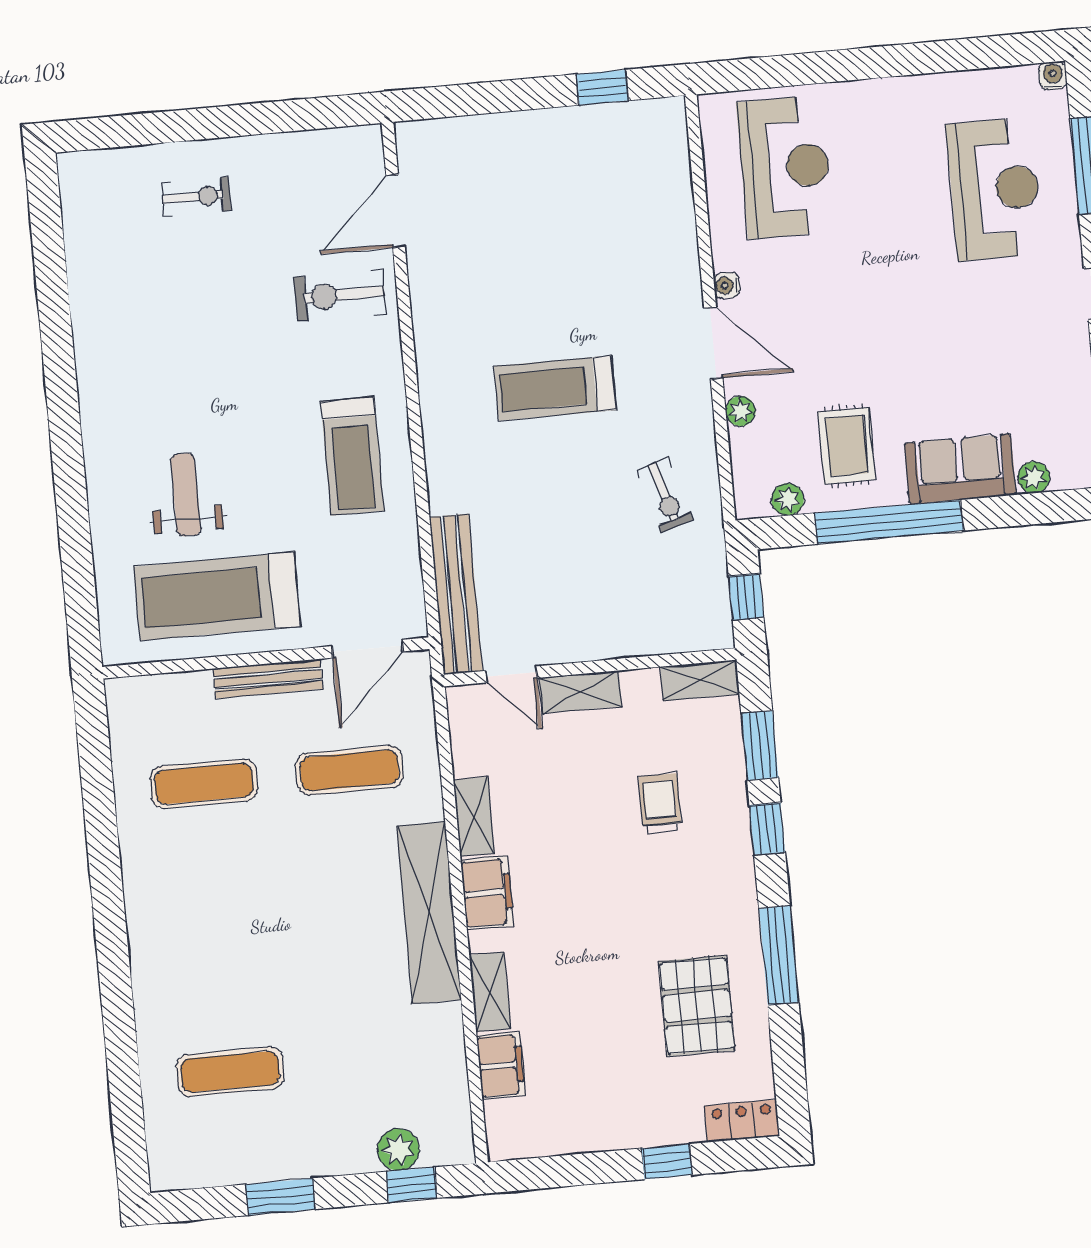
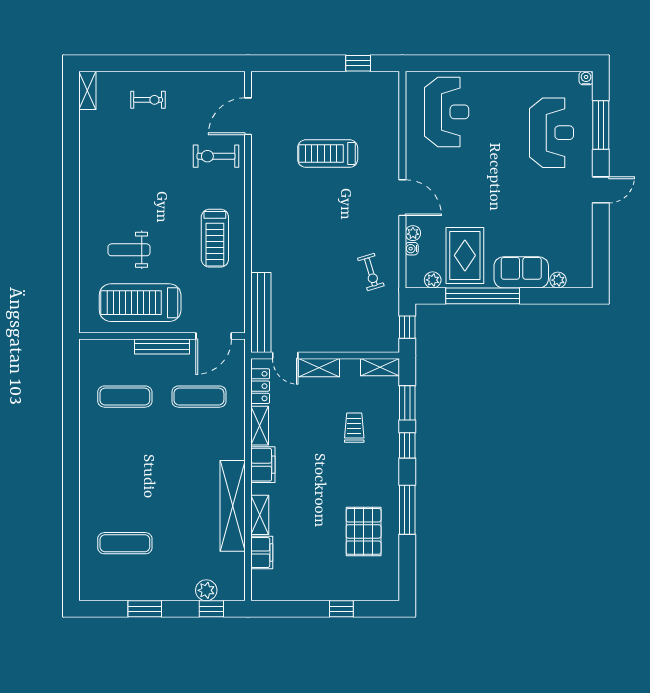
shelving: (76, 189) -> (87, 91), added
water cooler: (727, 285) -> (412, 249), moved
treadmill: (555, 388) -> (328, 154), moved
rug: (847, 446) -> (465, 255), width x1.36, depth x1.43
weight bench: (186, 495) -> (129, 250), turned -90
shelving: (429, 913) -> (233, 506), moved
locker: (742, 1121) -> (260, 386), moved, turned 90

